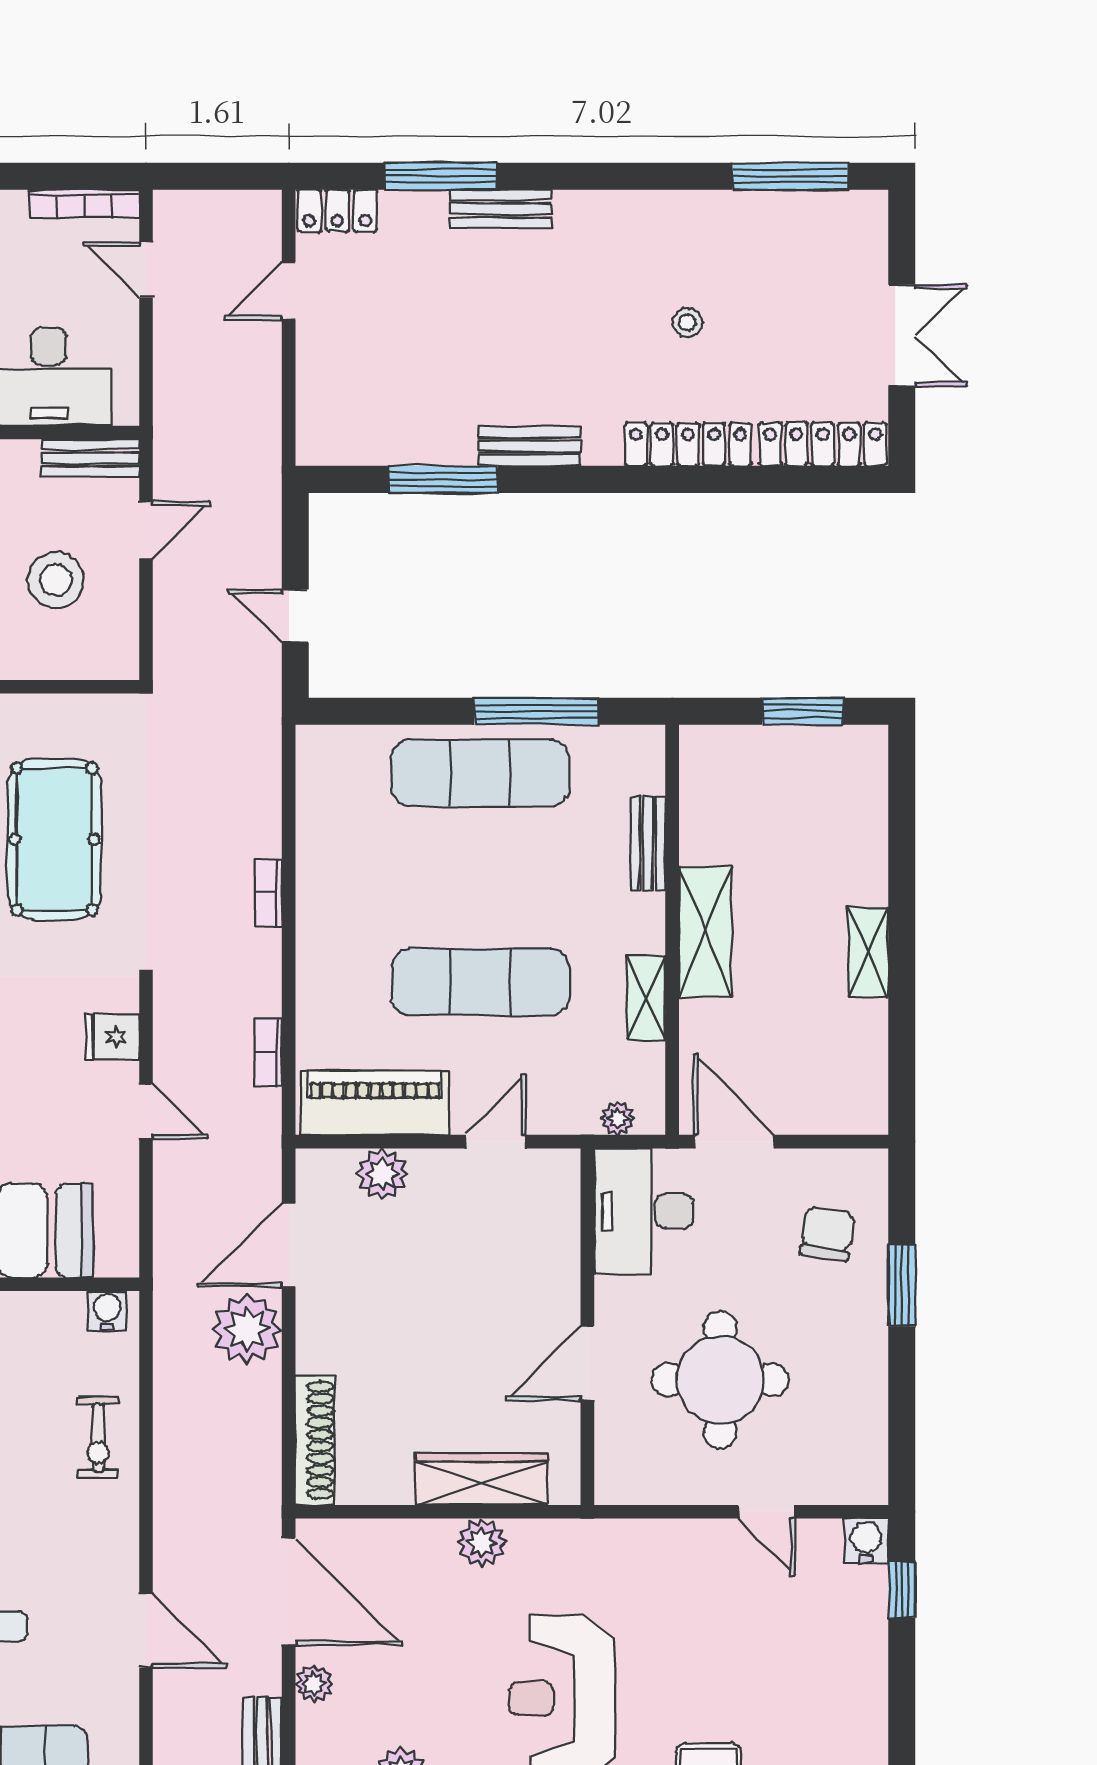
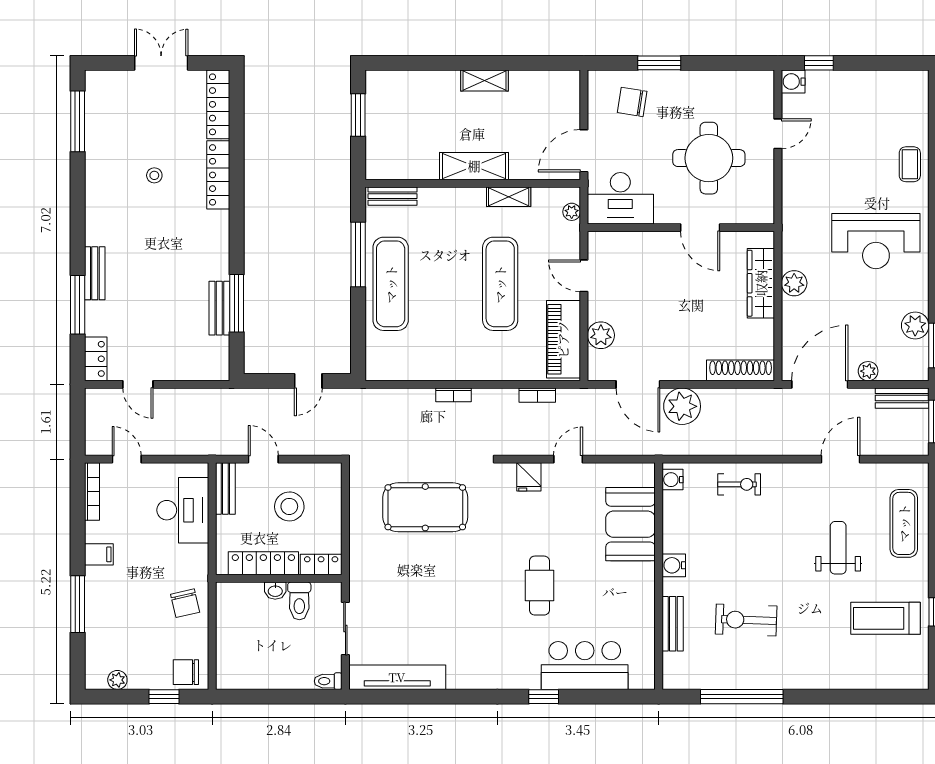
door: (146, 270) -> (127, 459), swing flipped
bench: (529, 446) -> (219, 308), moved
bench: (648, 843) -> (392, 196), moved

